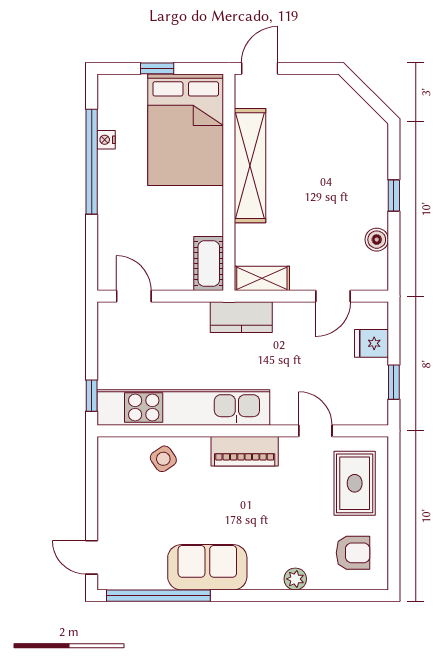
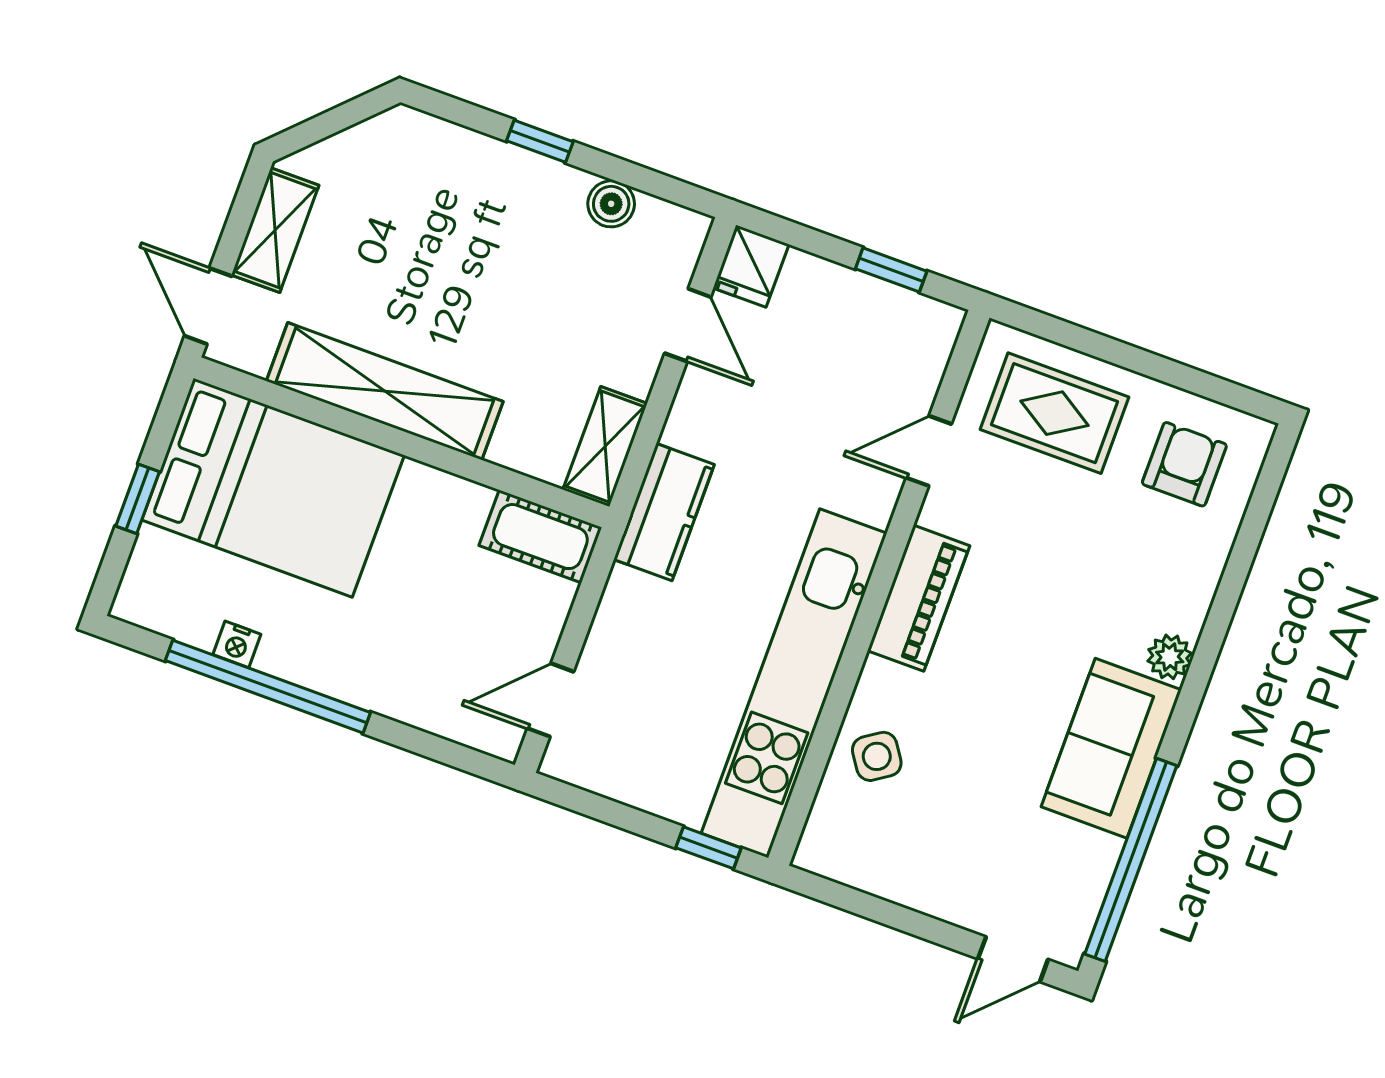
shelving: (307, 87) -> (275, 230), added
fridge: (371, 343) -> (751, 266), moved
plant: (295, 579) -> (1170, 657), moved

